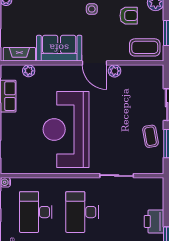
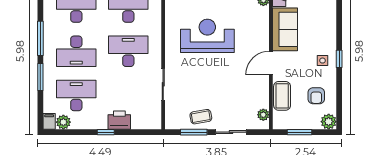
coffee table: (145, 47) -> (282, 96), moved
plant: (115, 71) -> (263, 115), moved
reception desk: (66, 129) -> (207, 36), width x0.74, depth x0.77

